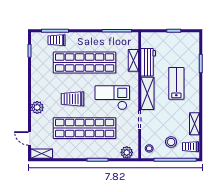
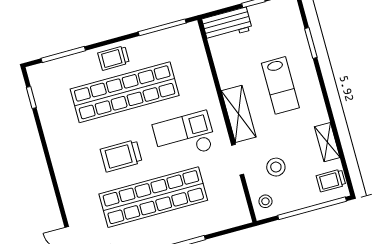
trolley: (56, 40) -> (114, 58), moved
shelving: (133, 60) -> (202, 68), removed
workbench: (148, 62) -> (227, 24), moved, turned 90
lab bench: (176, 83) -> (280, 85), turned 180
plant: (37, 107) -> (68, 185), removed
stool: (171, 142) -> (276, 167), moved
plant: (127, 152) -> (231, 218), removed

